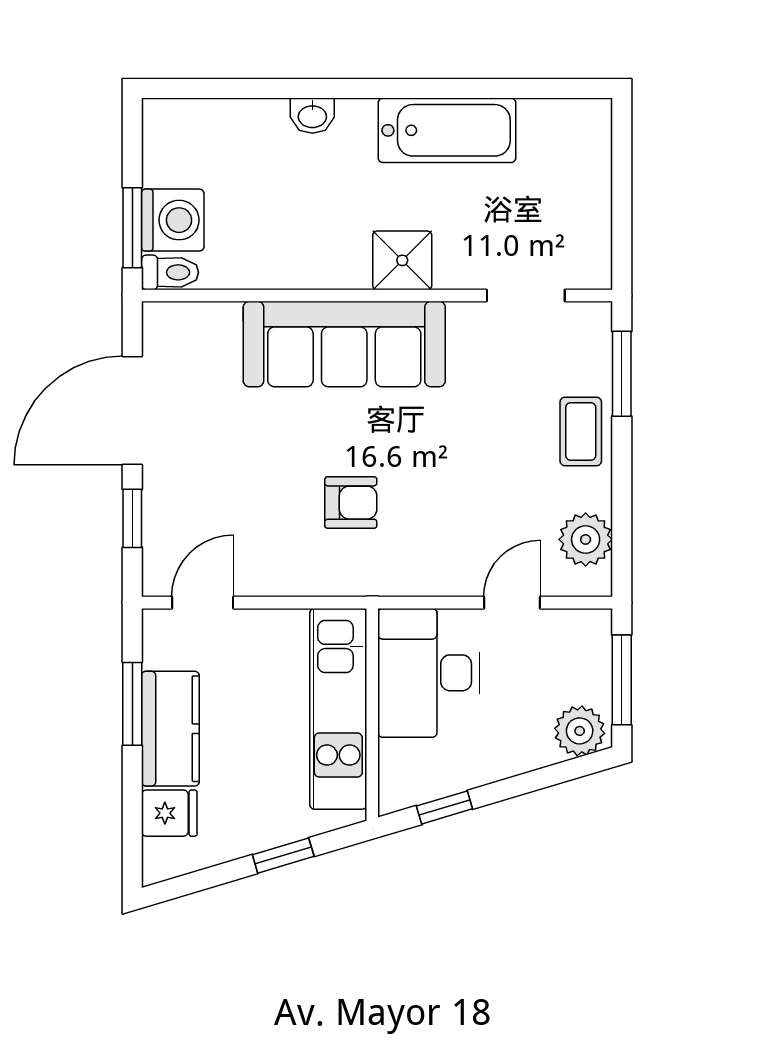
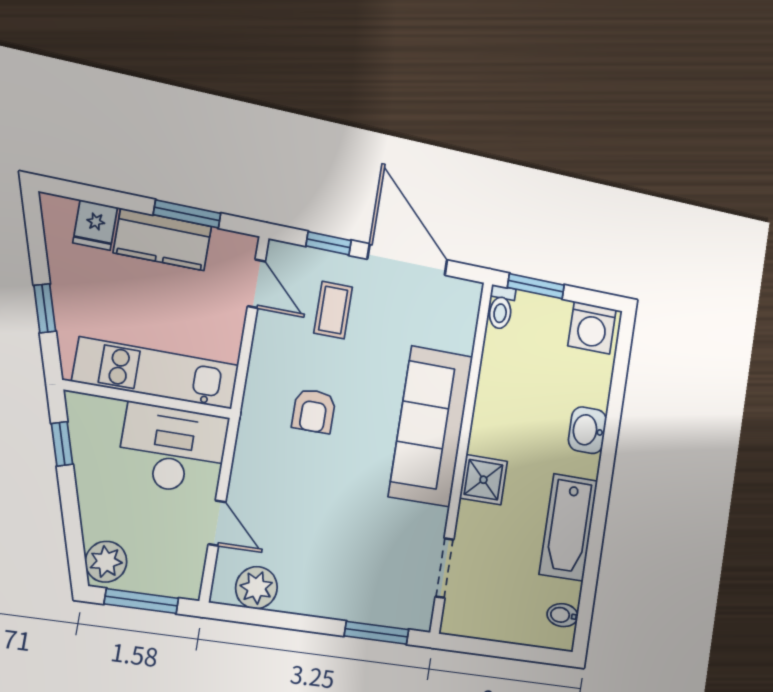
washbasin: (312, 116) -> (587, 430), width x1.38, depth x1.45
bidet: (565, 120) -> (563, 615), added
washing machine: (173, 220) -> (592, 328), moved
coffee table: (581, 431) -> (333, 310), moved, turned 90

